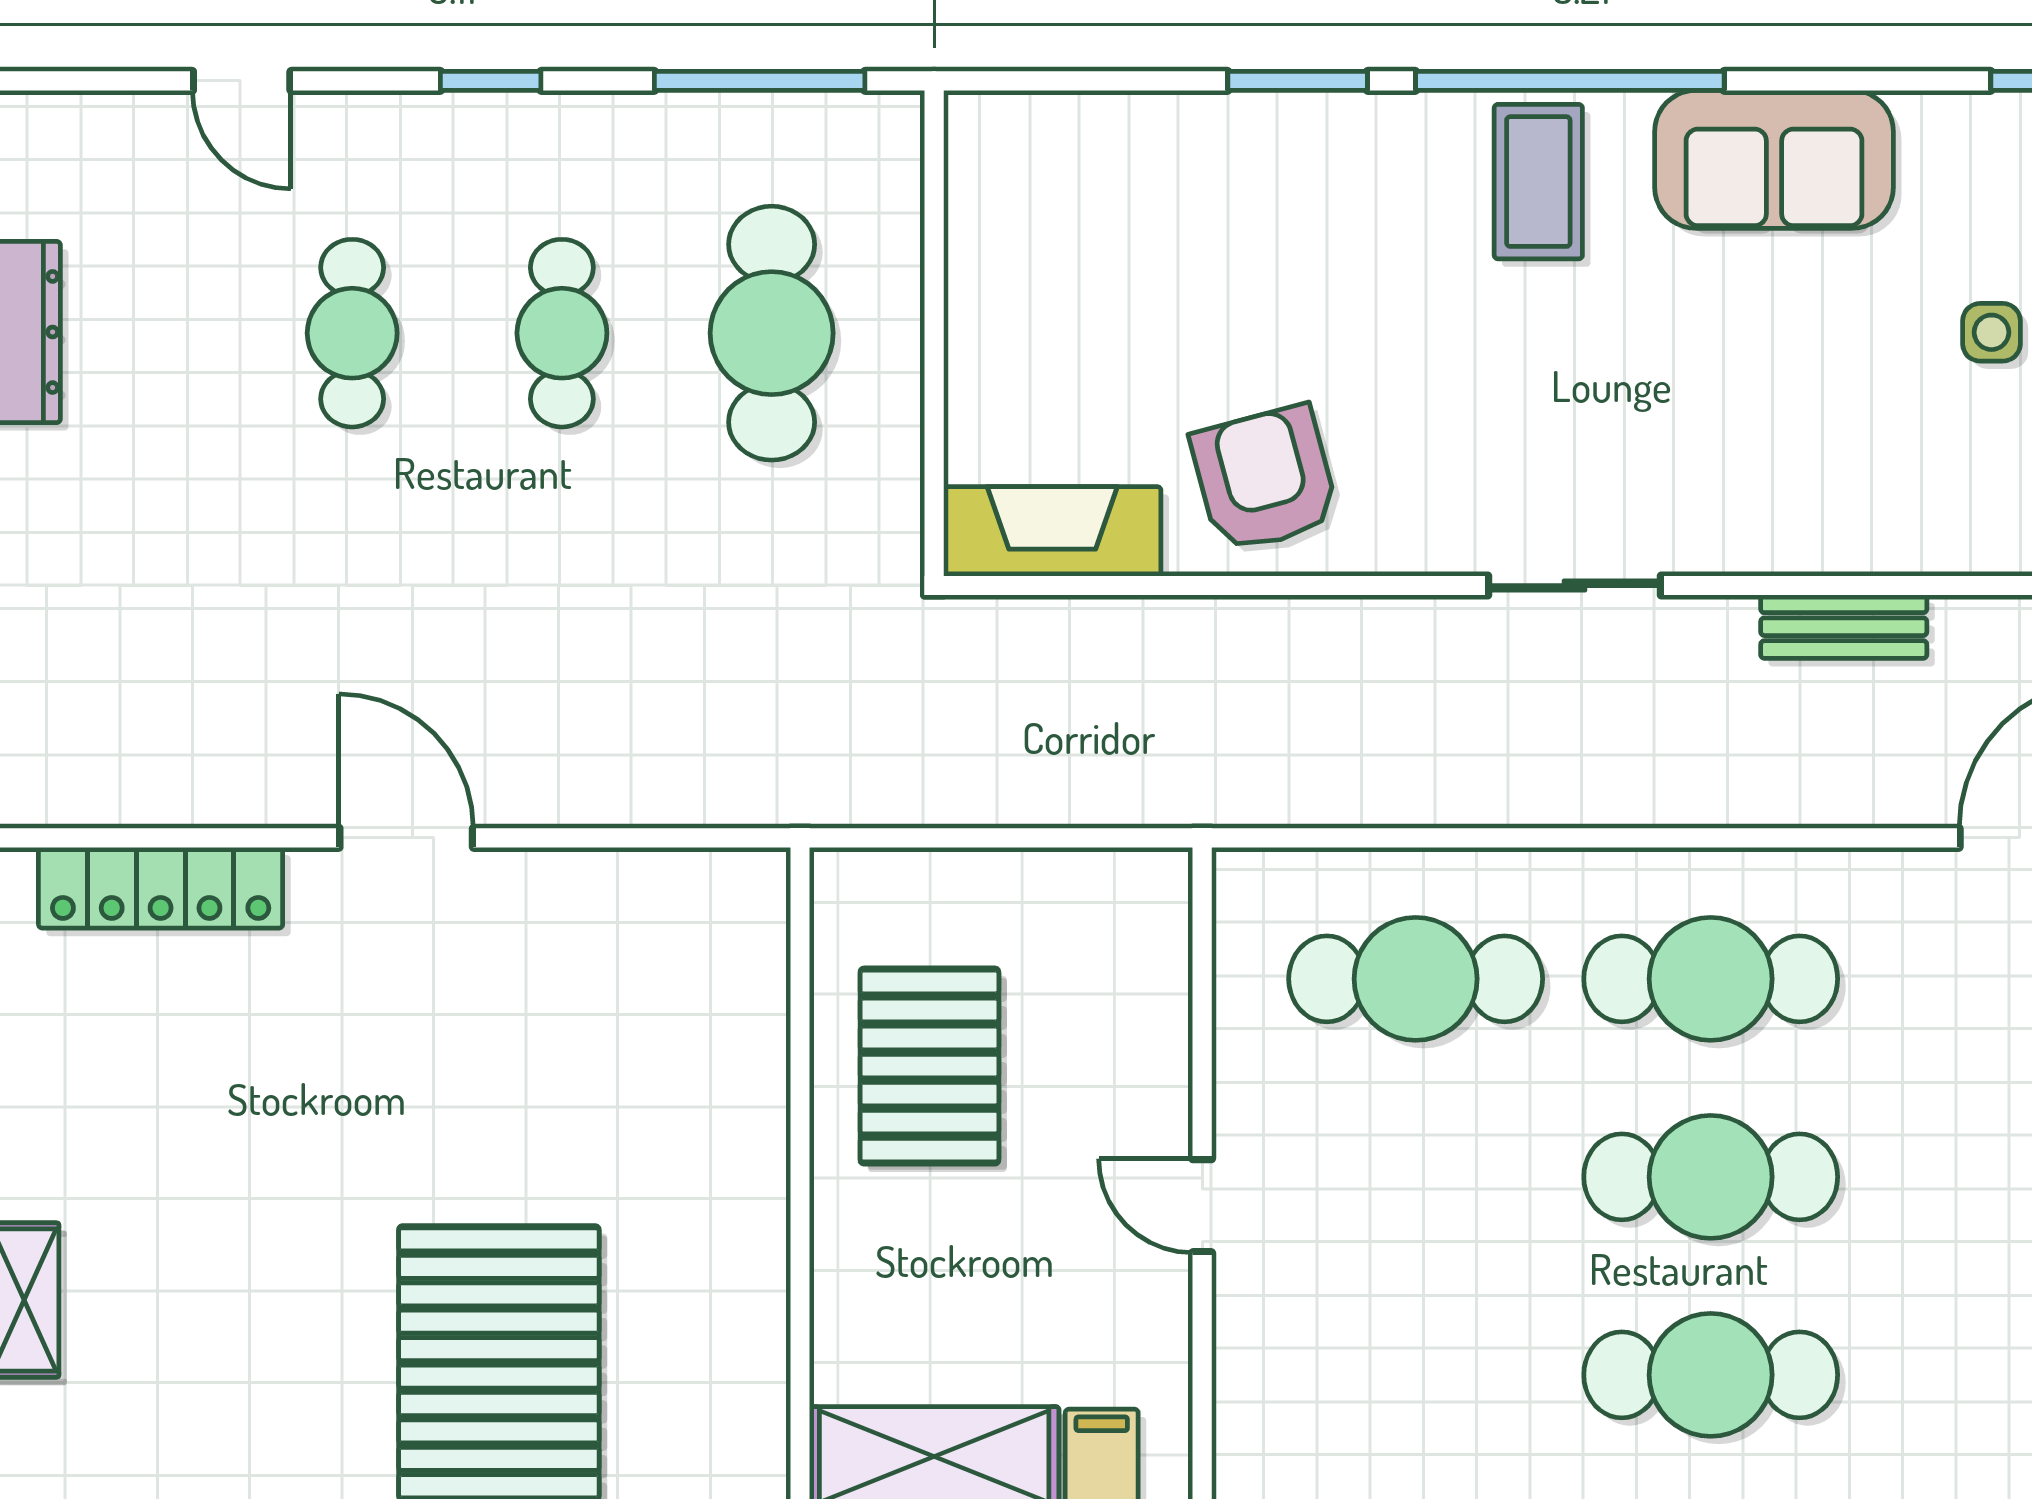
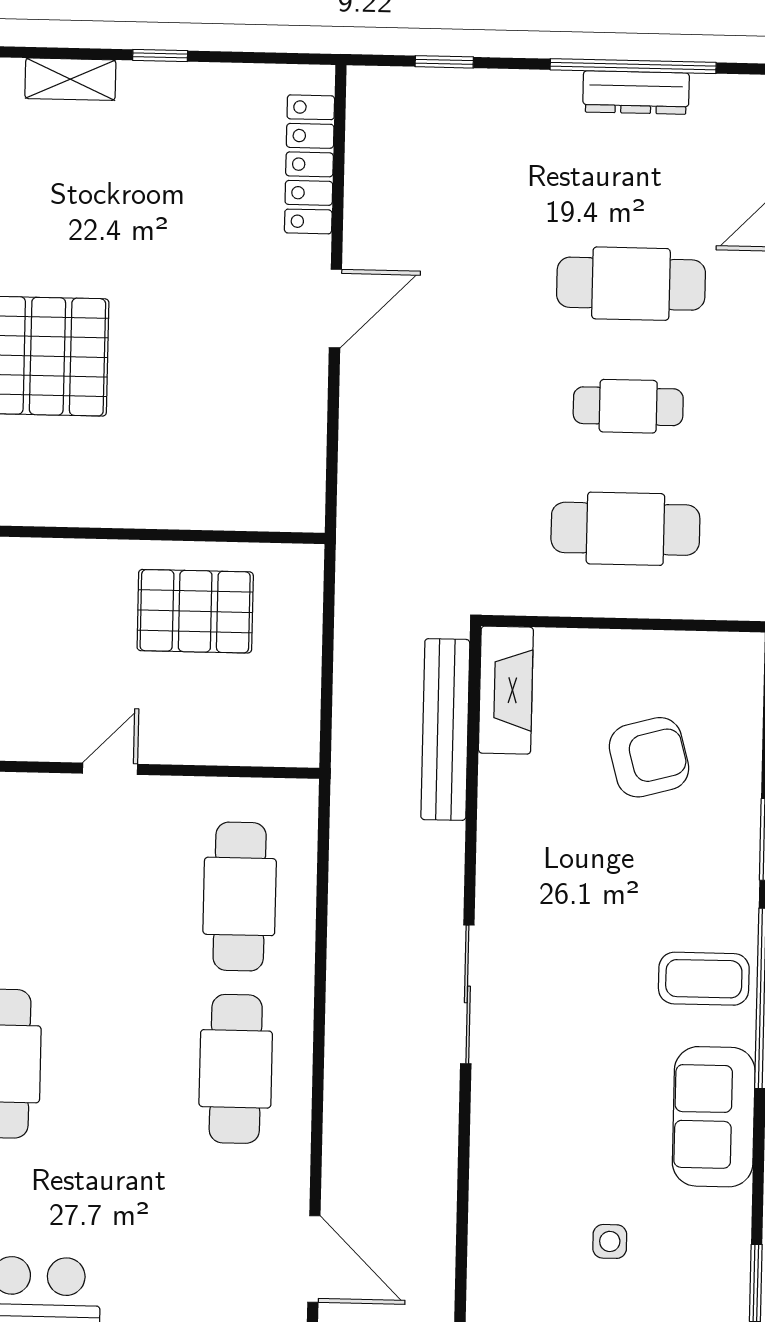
cafe table: (352, 333) -> (631, 284), width x1.37, depth x1.35
armchair: (1265, 479) -> (649, 757), moved
sliding door: (1574, 586) -> (467, 994), width x1.37
bench: (1844, 627) -> (445, 730), moved, width x1.86, depth x1.21
cafe table: (1711, 1177) -> (120, 1066), removed

